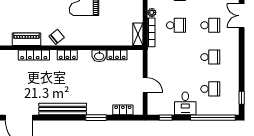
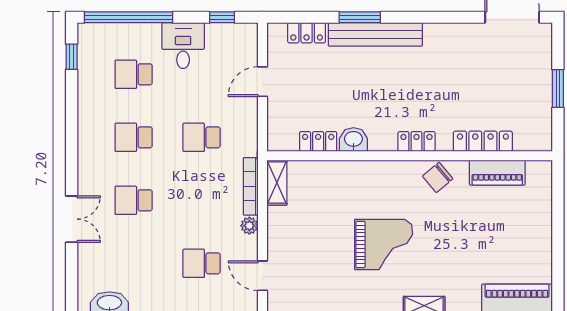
school desk: (176, 25) -> (202, 137), moved
door: (145, 85) -> (262, 82), hinge flipped
bench: (63, 109) -> (375, 34), moved

